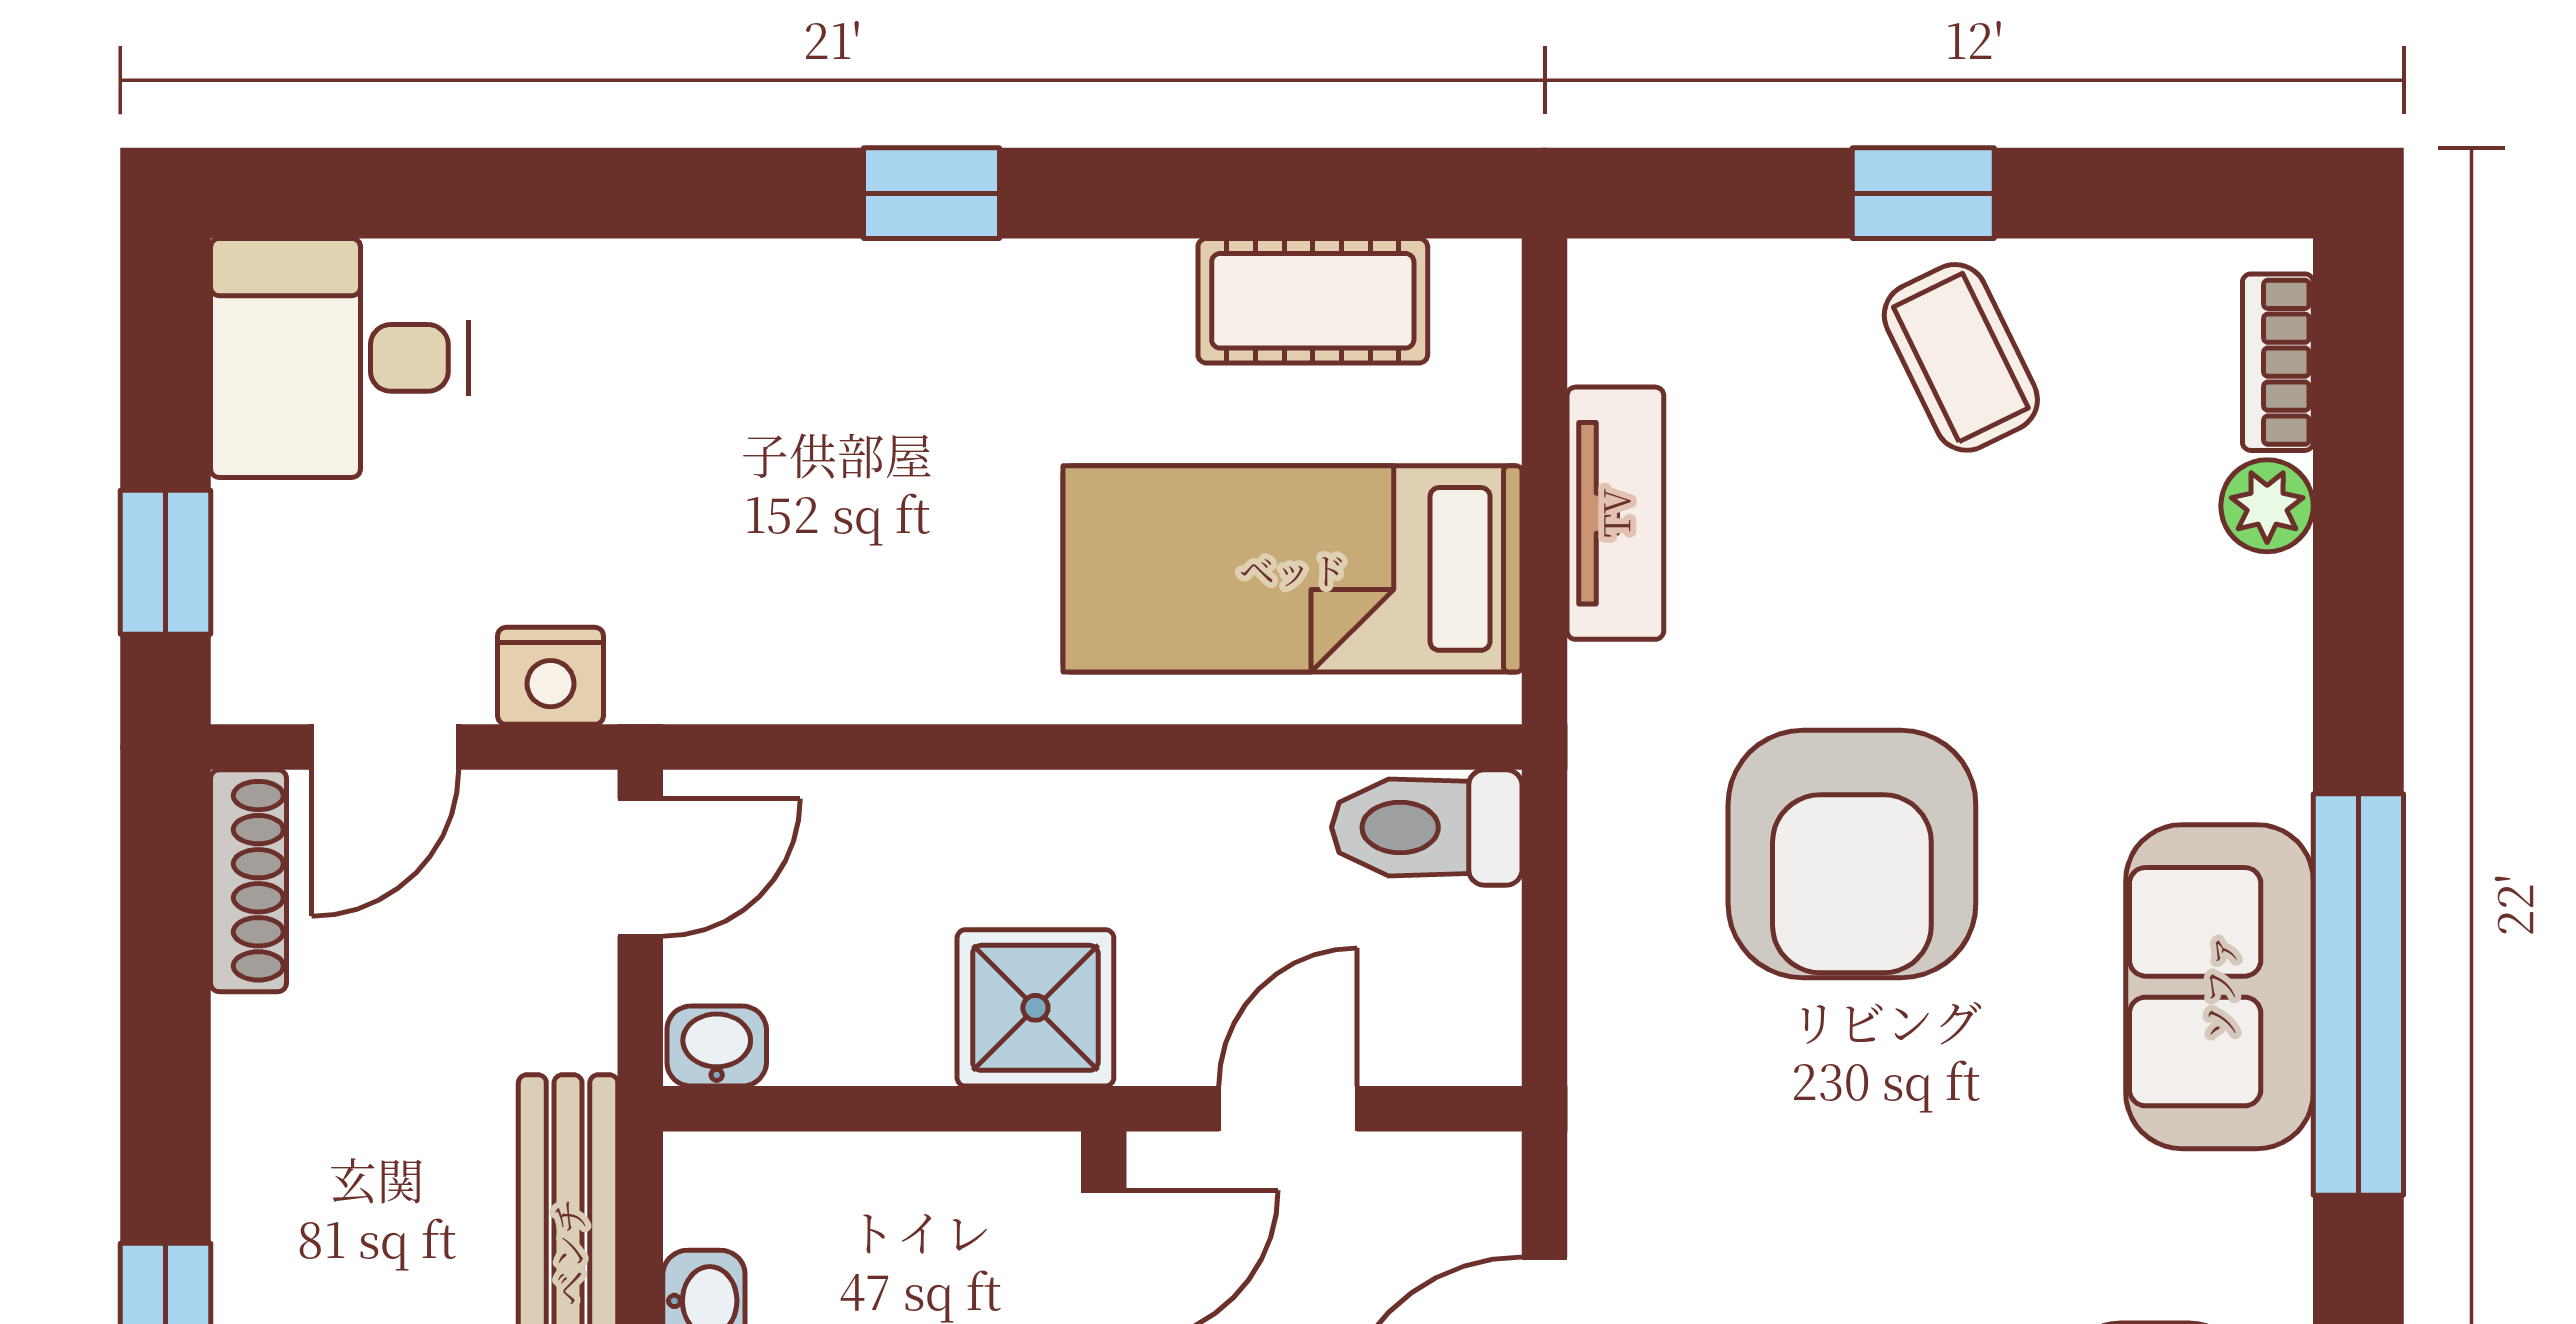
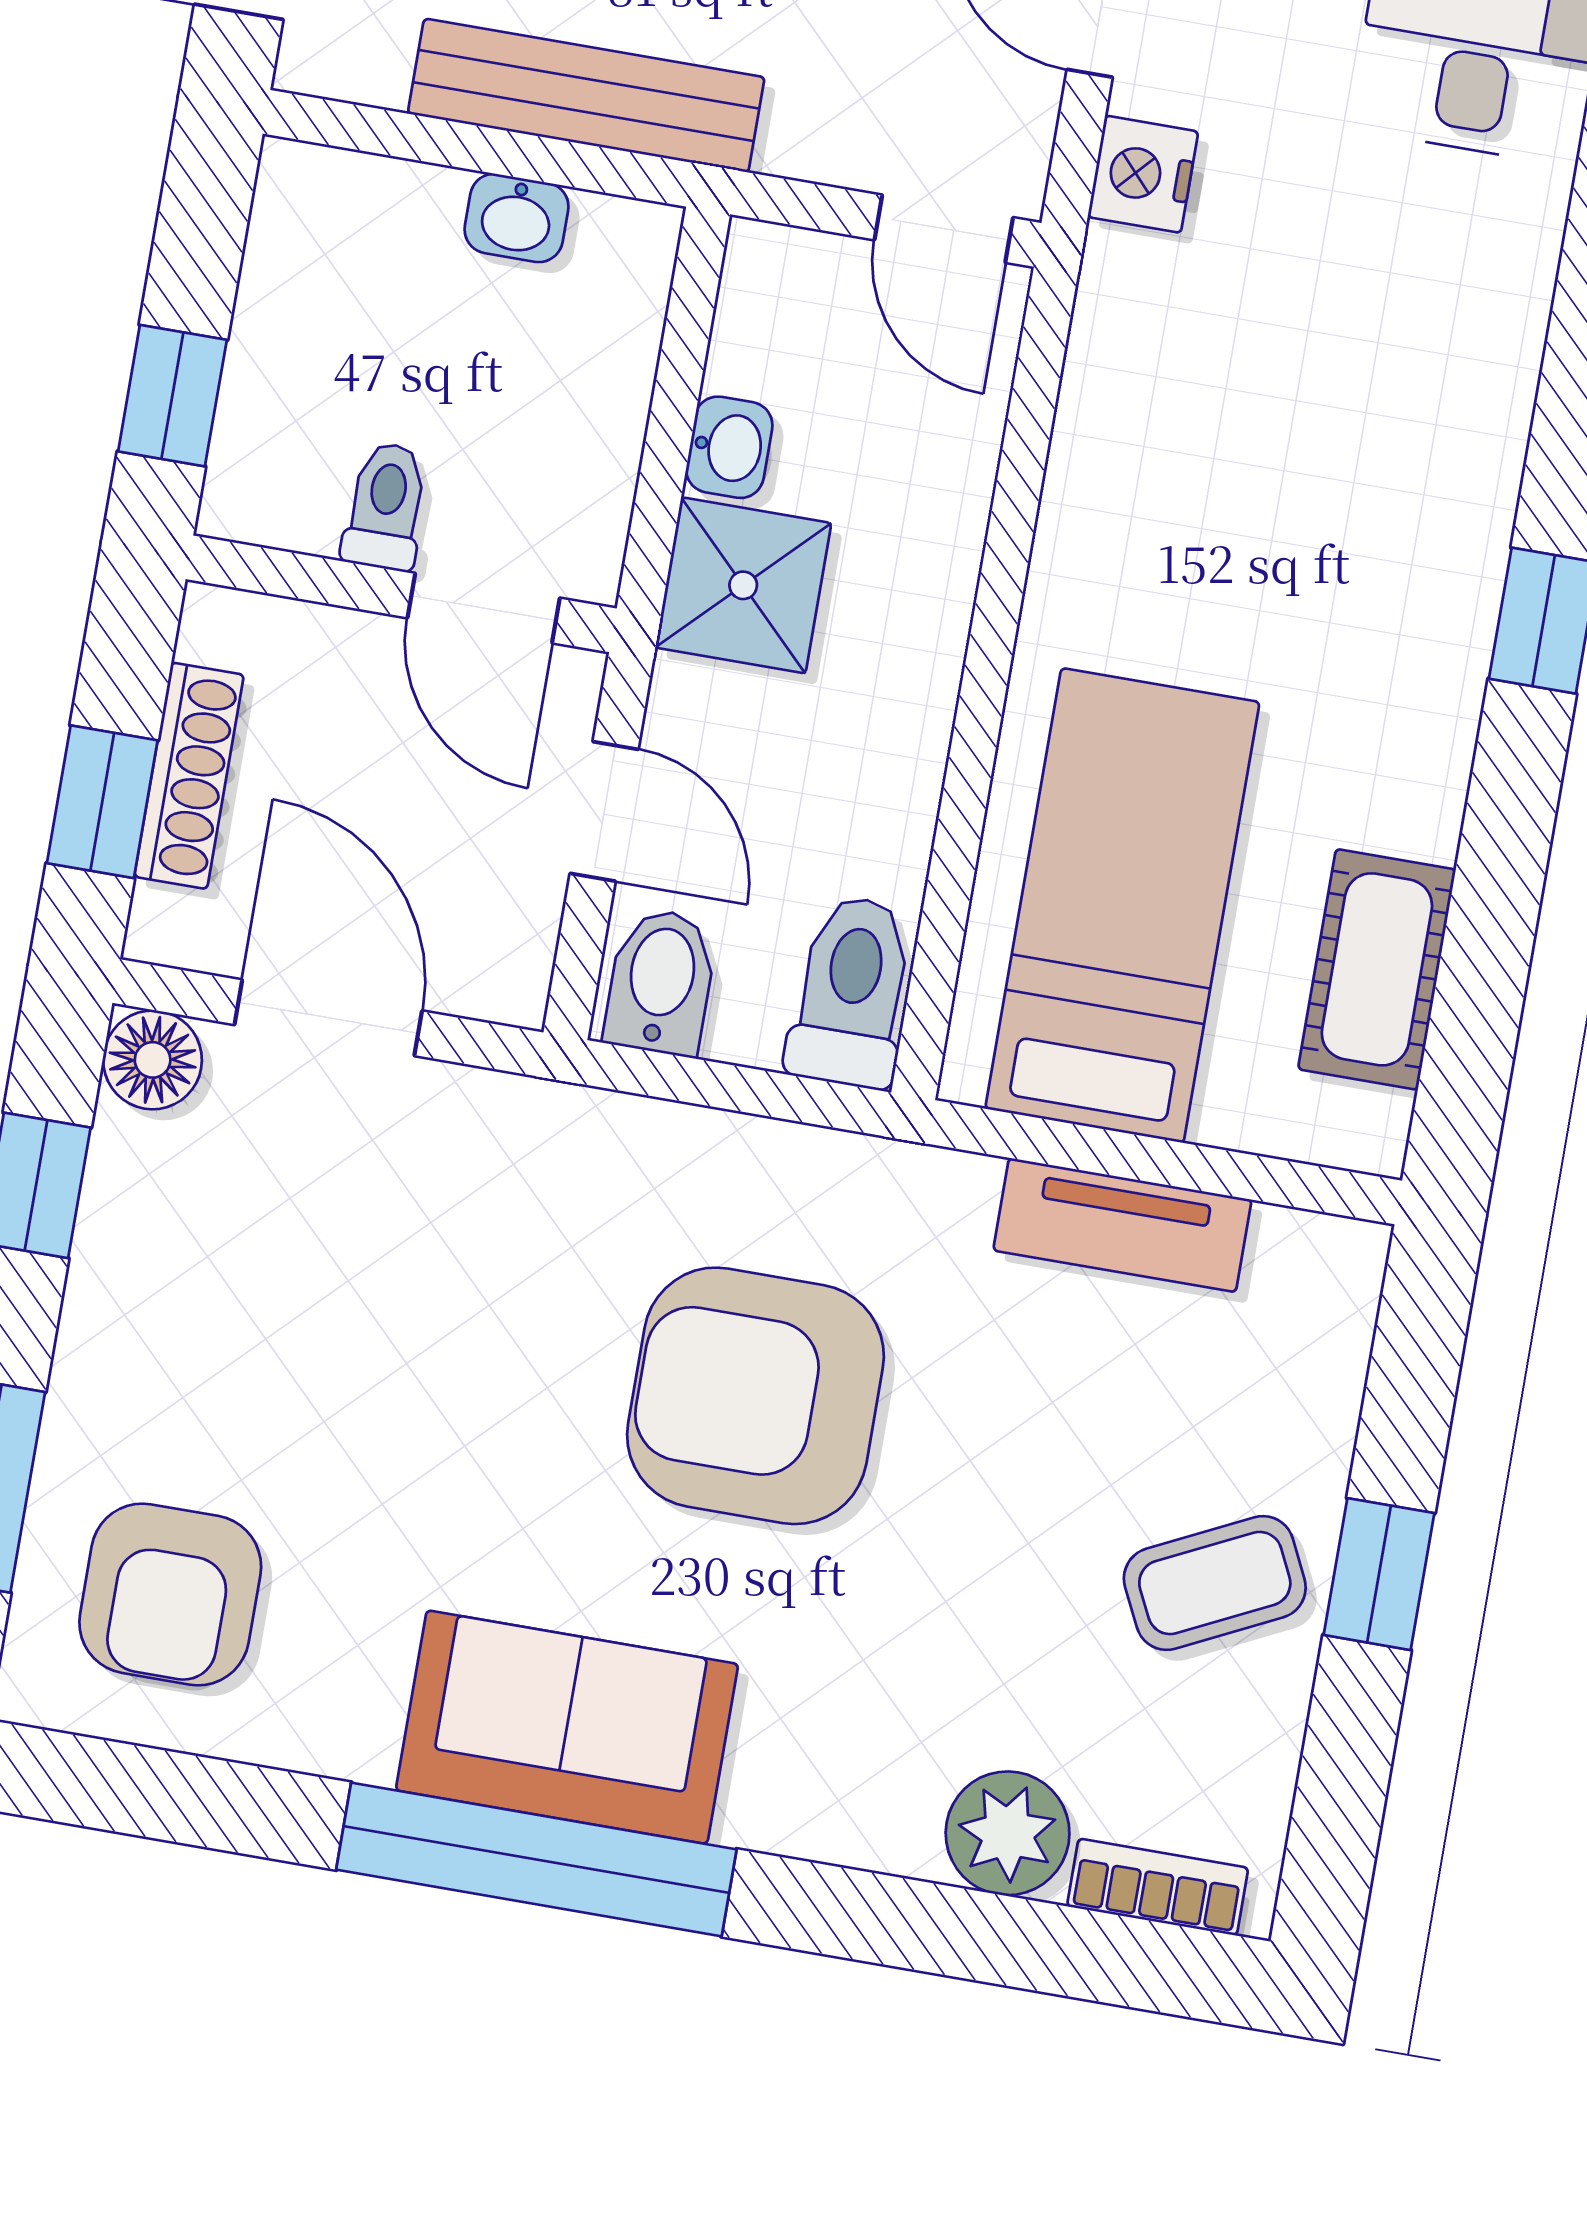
plant: (2267, 506) -> (1008, 1833), width x1.38, depth x1.38
bidet: (1450, 1022) -> (661, 982), added
washbasin: (717, 1046) -> (729, 447), moved

